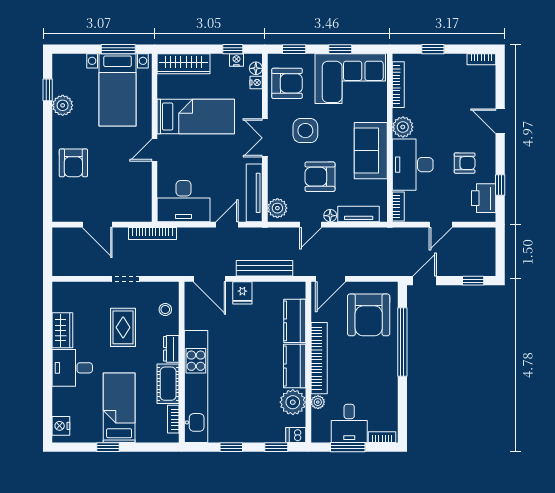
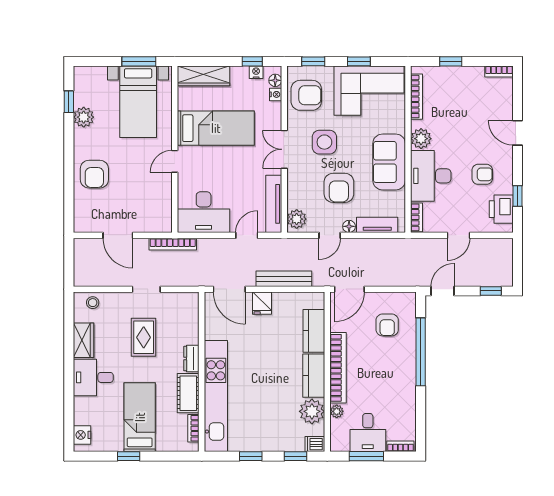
armchair: (320, 177) -> (339, 188), turned -90
stool: (165, 309) -> (93, 303), moved
armchair: (369, 315) -> (387, 325), width x0.53, depth x0.53

